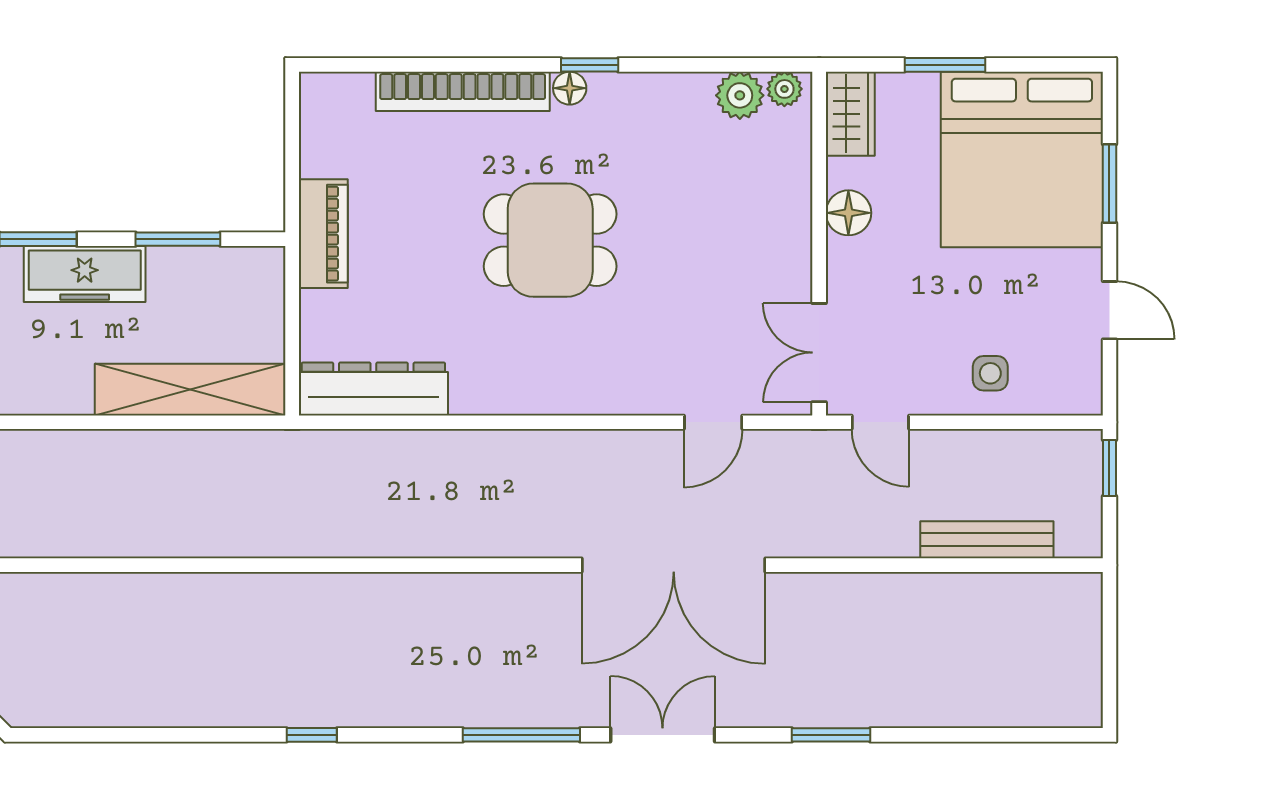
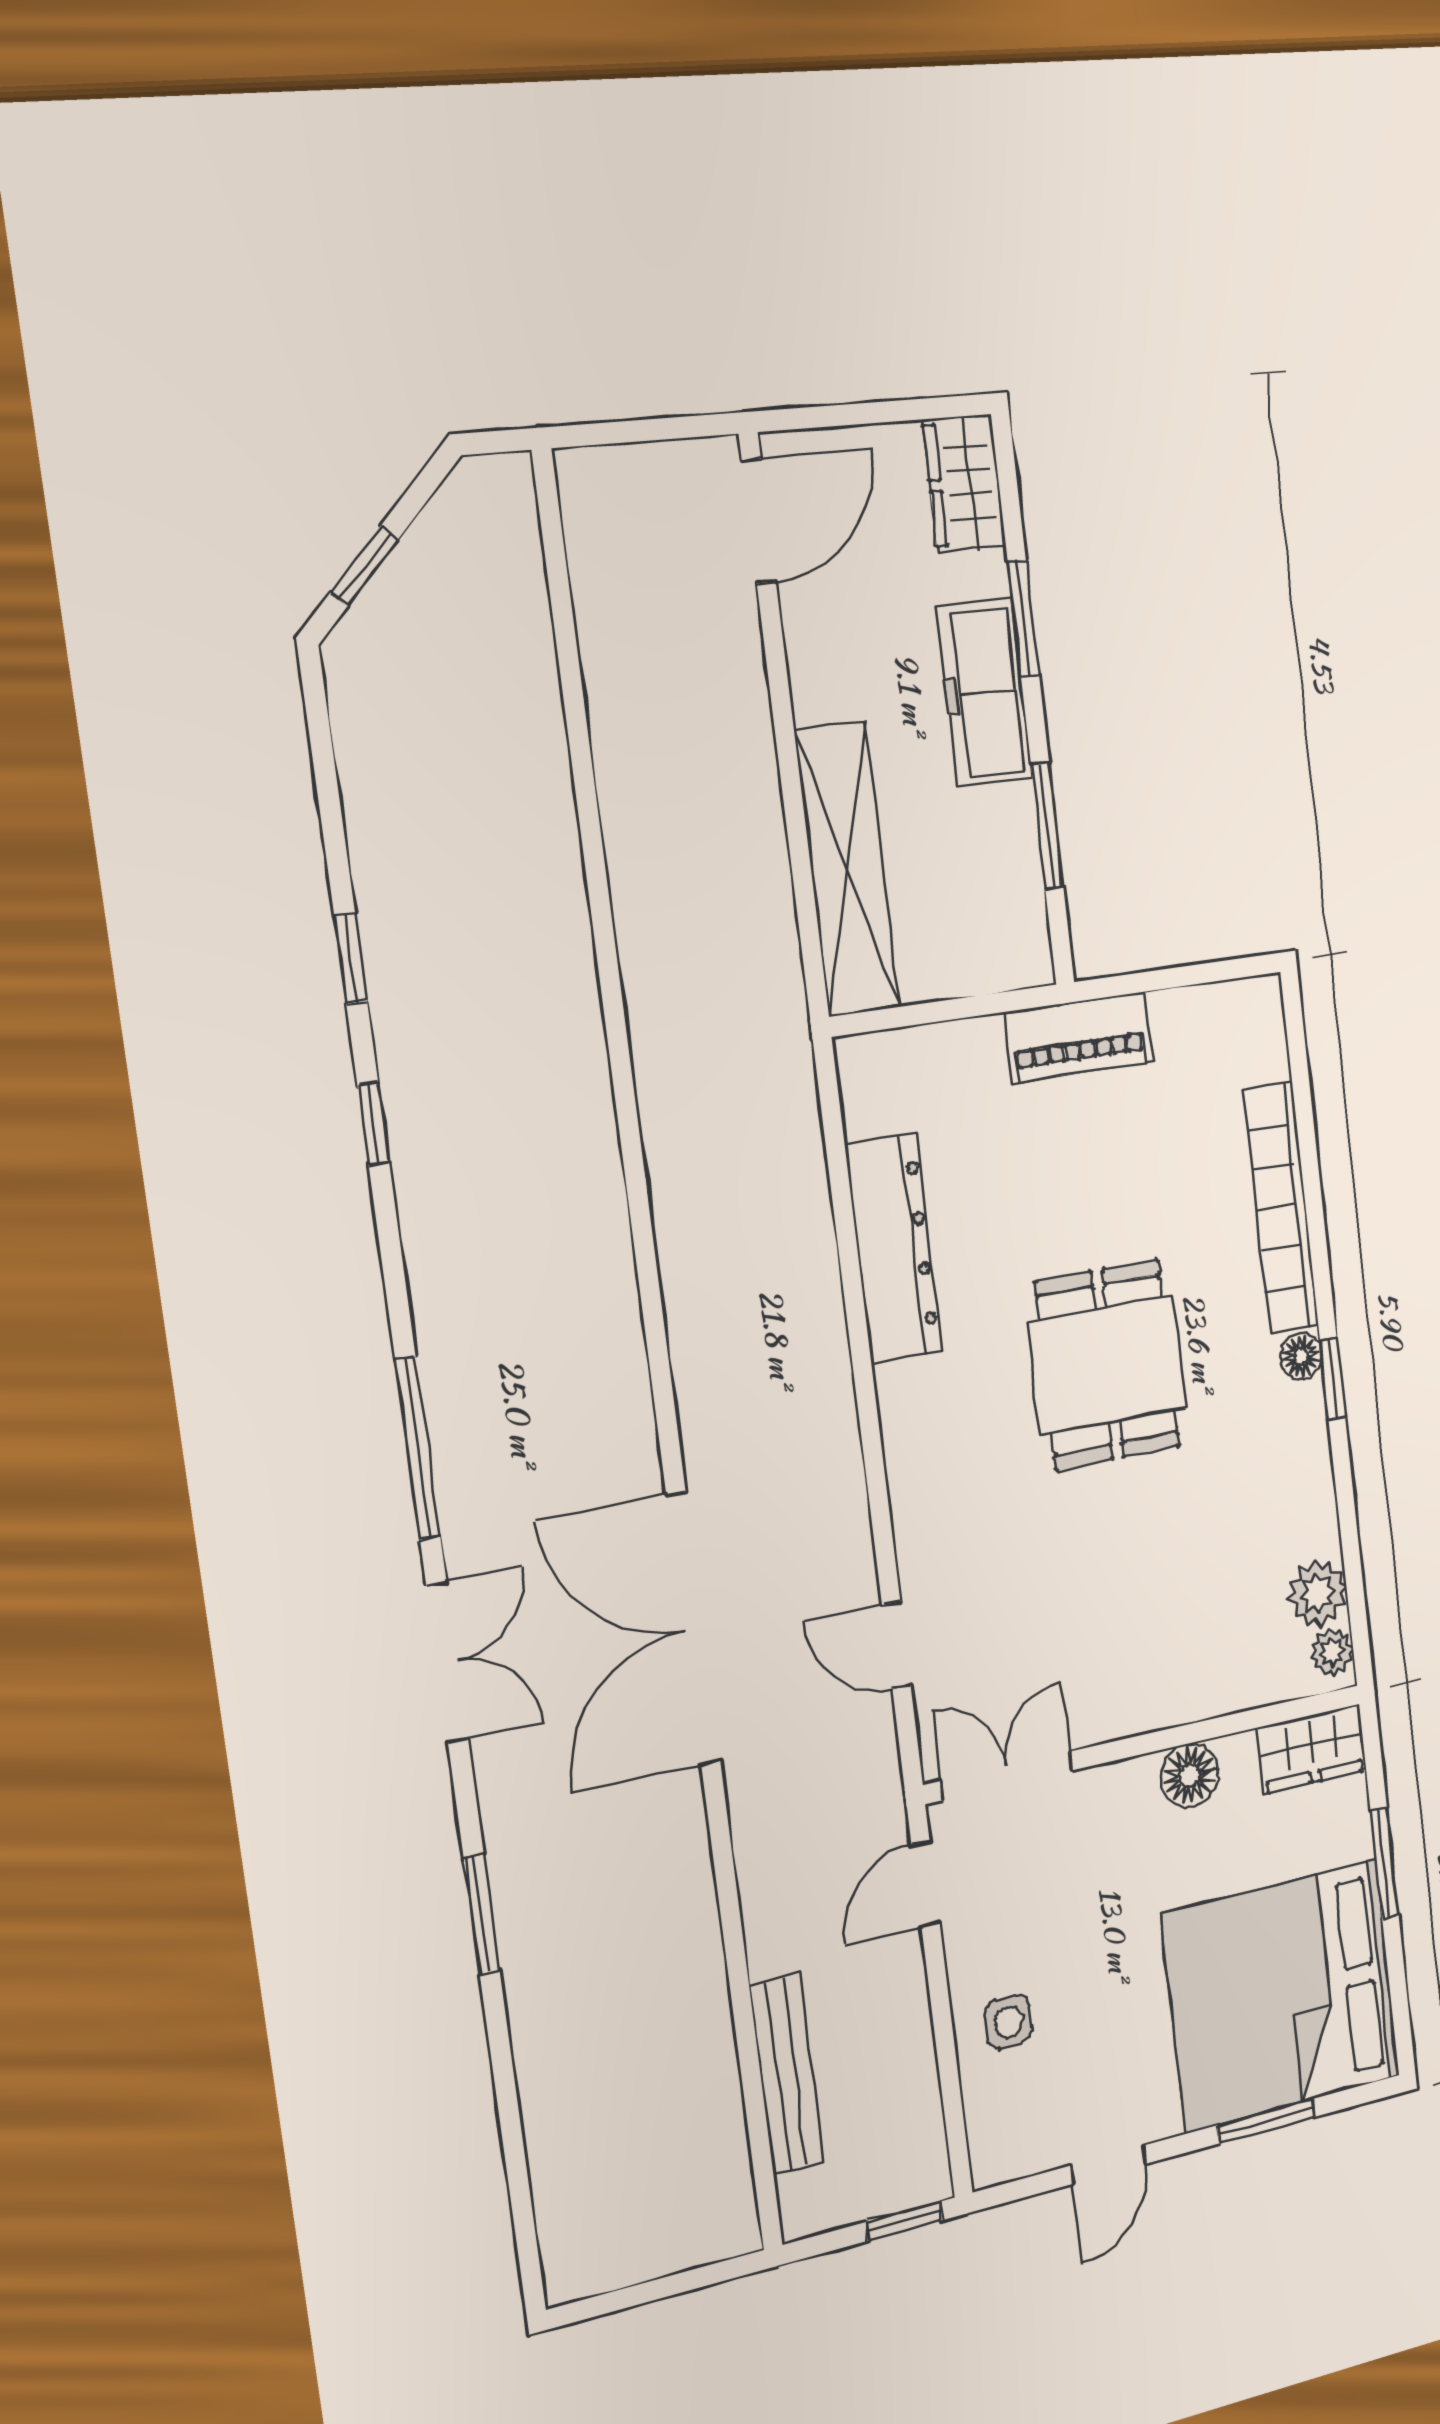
dresser: (373, 389) -> (894, 1248), moved
window: (207, 735) -> (351, 958), added

